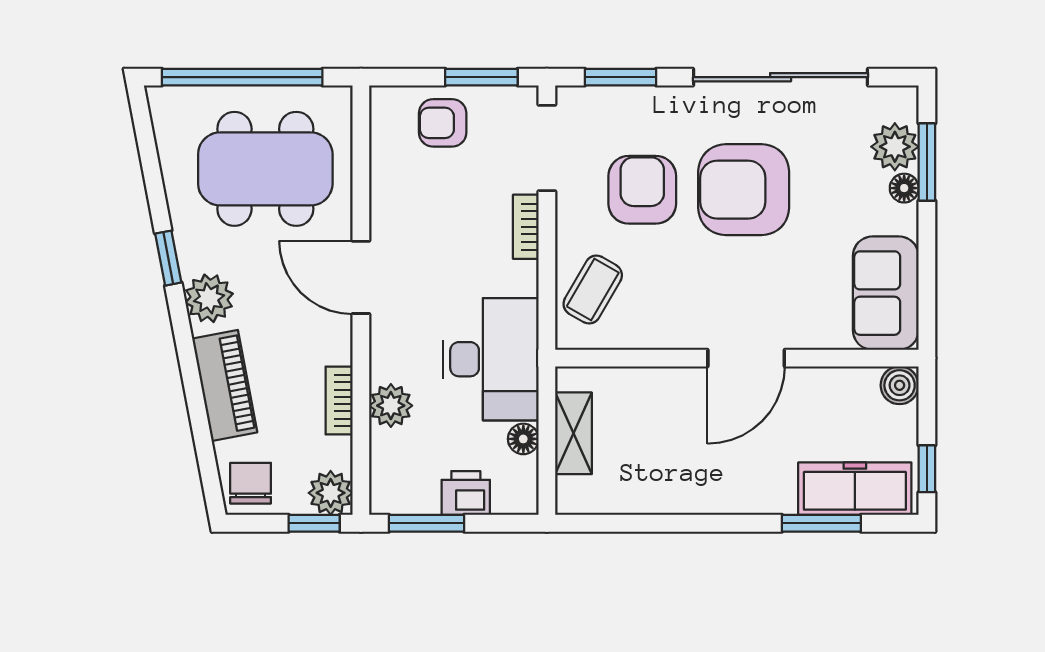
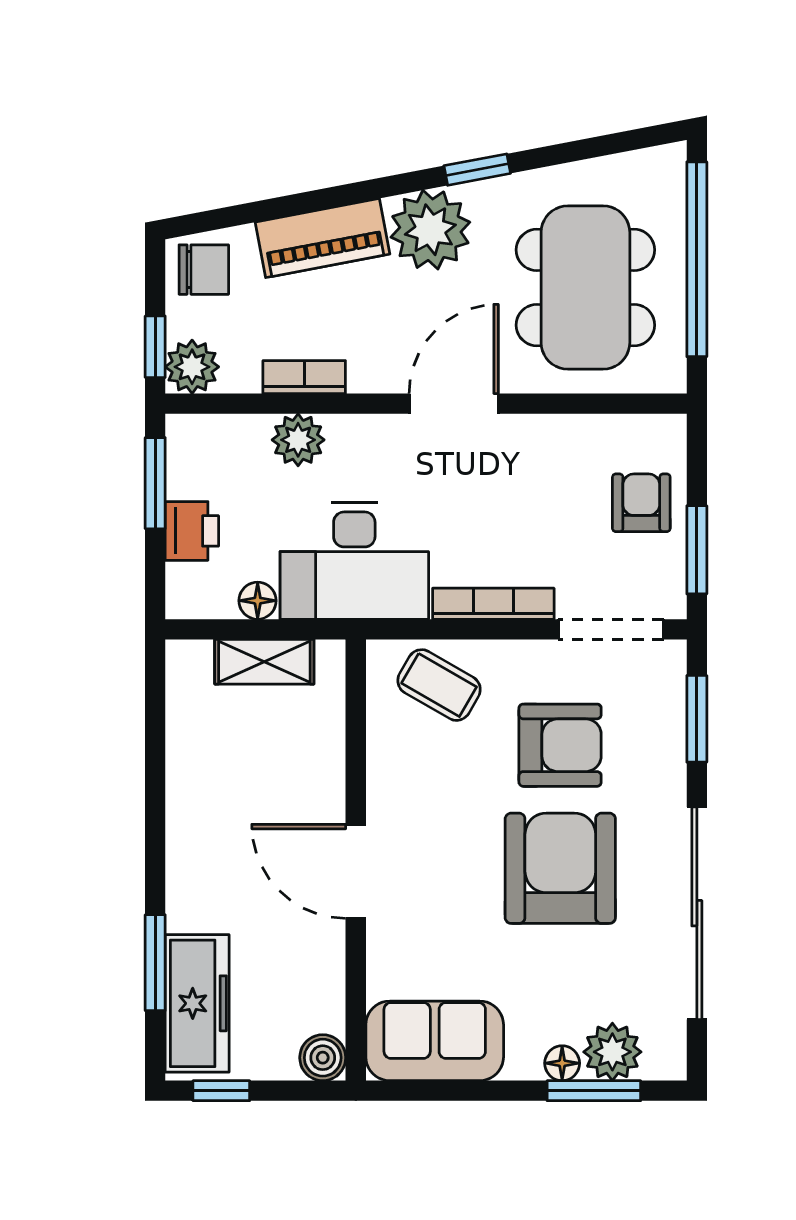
bookcase: (526, 227) -> (493, 604), width x1.56
plant: (209, 298) -> (430, 230), width x1.36, depth x1.36

